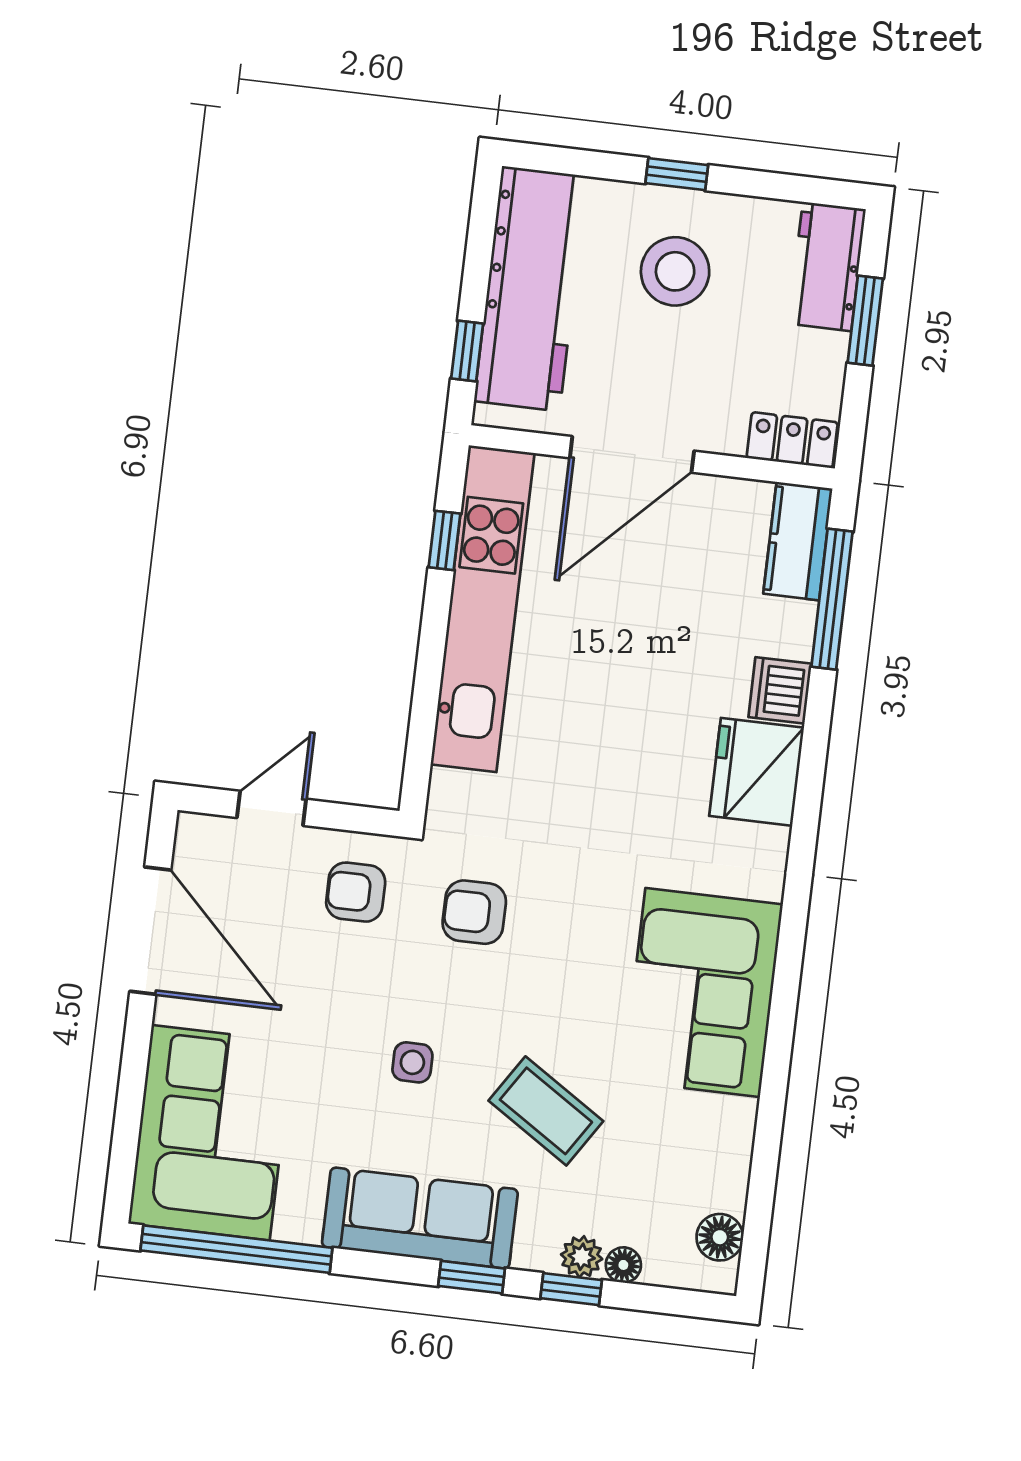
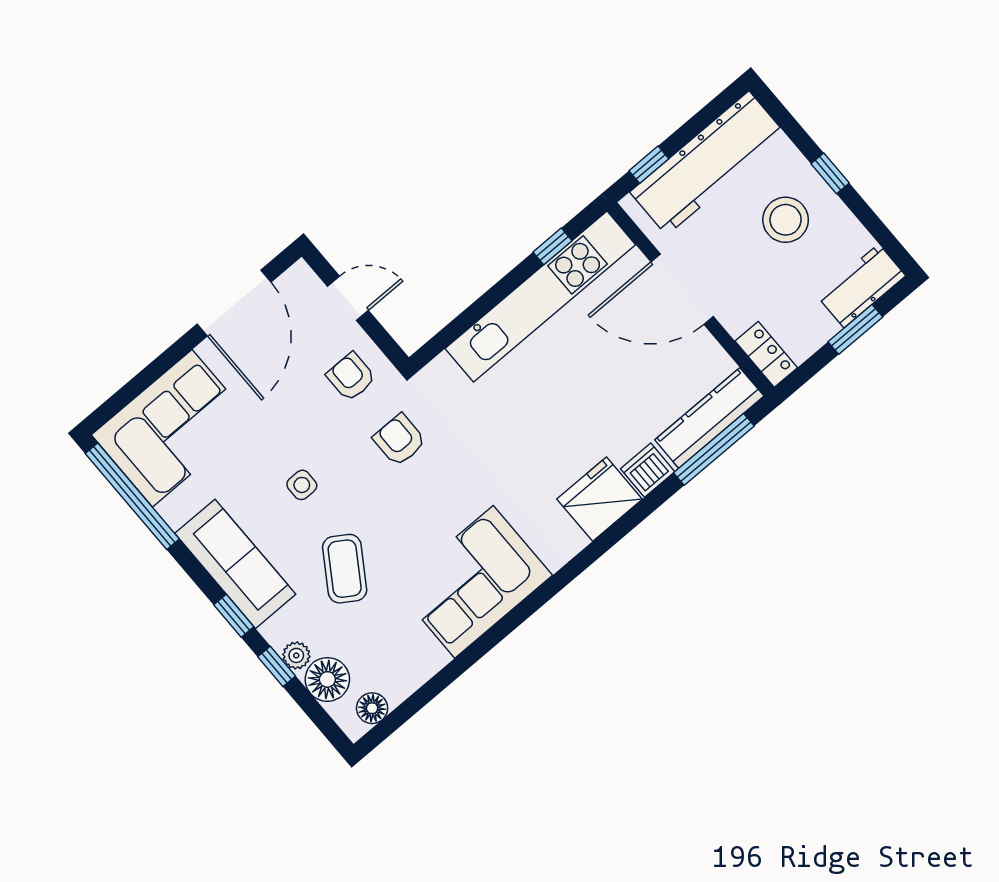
kitchen counter: (798, 541) -> (709, 418), width x1.50
floor lamp: (623, 1265) -> (327, 679), width x1.89, depth x1.89

